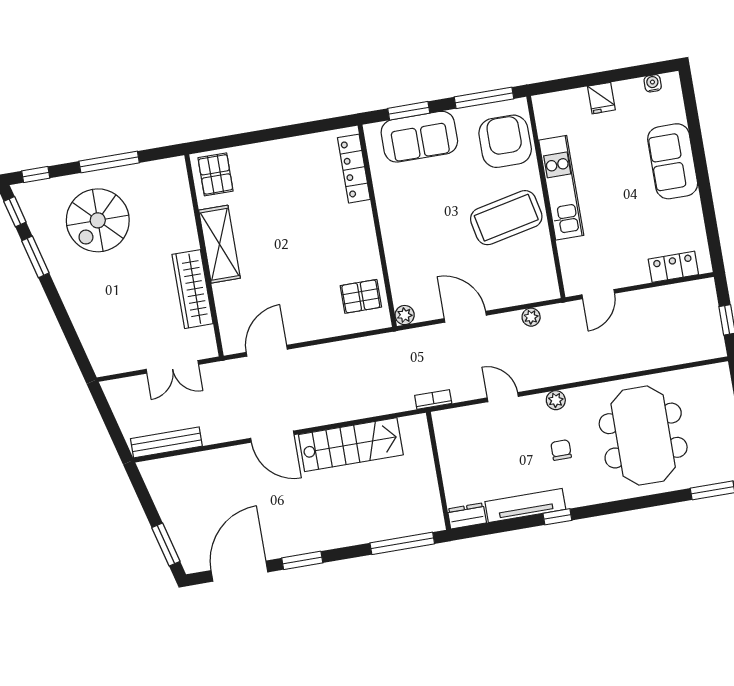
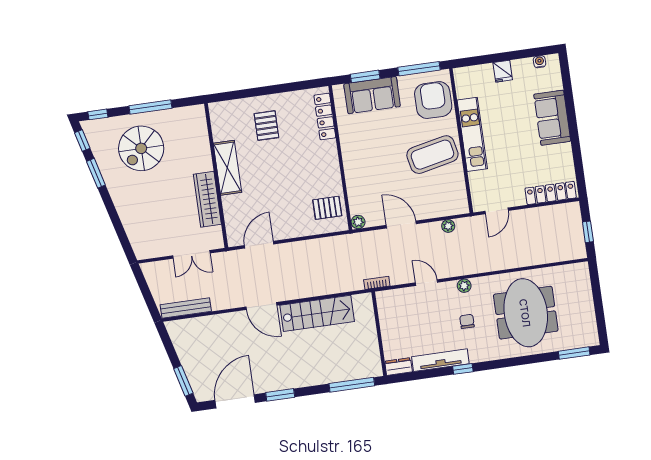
pallet: (216, 174) -> (266, 126), moved
locker: (673, 267) -> (551, 193), width x1.53

